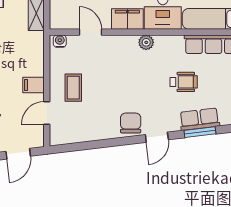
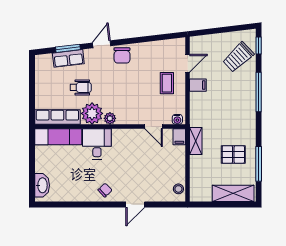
filing cabinet: (127, 19) -> (179, 137), moved, width x0.50
plant: (169, 49) -> (92, 113), added
wheelchair: (184, 82) -> (81, 87), turned 180
door: (18, 154) -> (210, 31), removed

